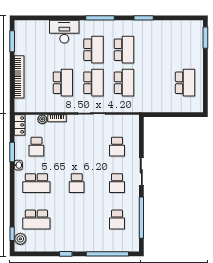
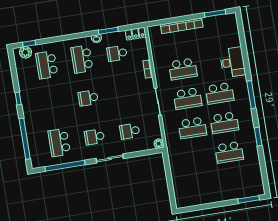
school desk: (185, 83) -> (229, 152), moved
plant: (42, 119) -> (159, 144), moved
school desk: (117, 220) -> (59, 143), width x1.85

